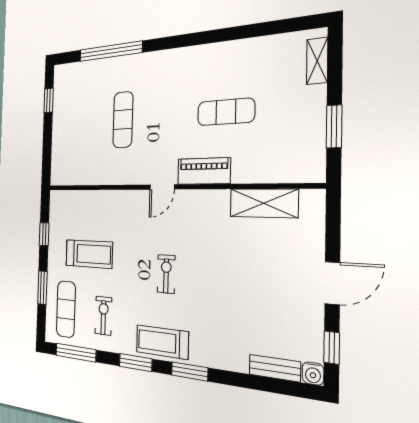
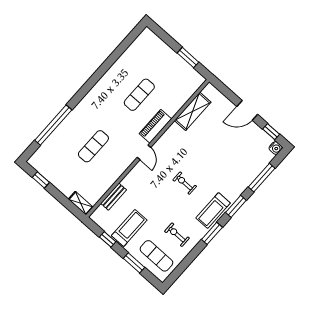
shelving: (317, 61) -> (81, 203), moved
exercise mat: (123, 120) -> (93, 146), turned 90
treadmill: (89, 254) -> (129, 228), moved
door: (332, 283) -> (247, 110), swing flipped
window: (76, 353) -> (262, 178), moved
bench: (275, 368) -> (114, 197), moved

